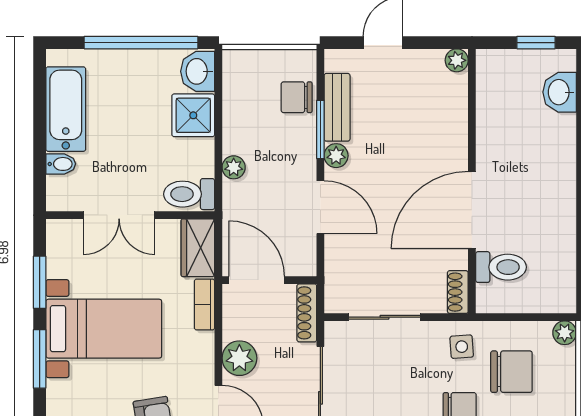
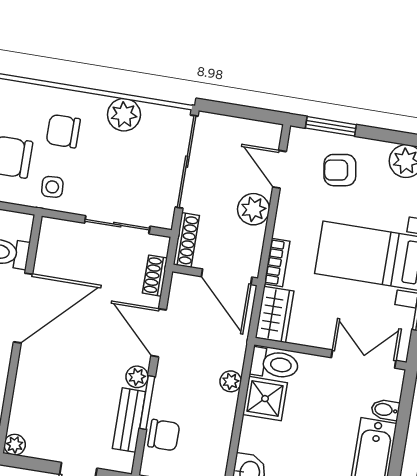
shower: (193, 115) -> (265, 399), moved
double door: (119, 215) -> (364, 359), moved
shoe rack: (458, 292) -> (155, 276), moved, turned 180

